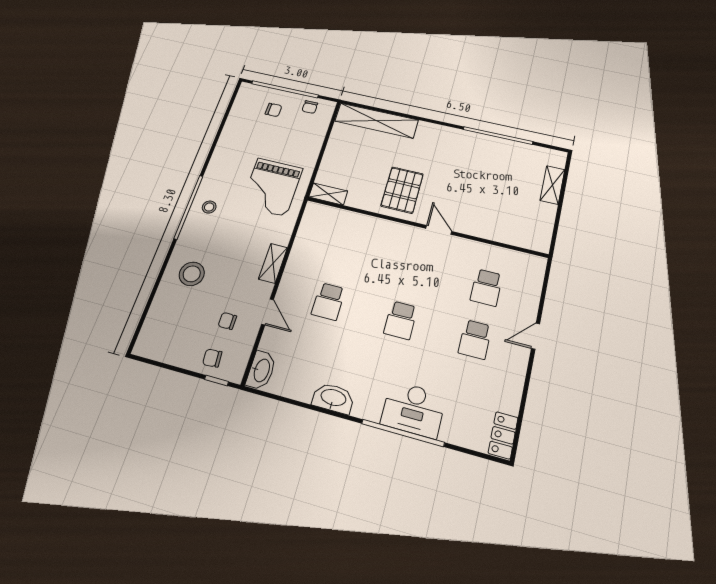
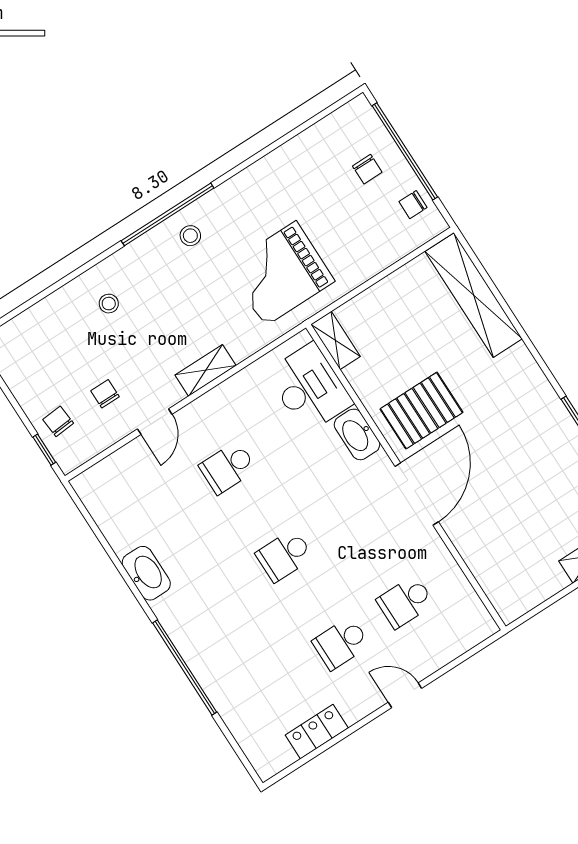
door: (439, 230) -> (417, 494), width x1.87
stool: (192, 274) -> (109, 304), width x0.53, depth x0.53
washbasin: (261, 370) -> (357, 434), moved, turned 90
desk: (413, 409) -> (309, 388), moved, turned 180
locker: (503, 435) -> (317, 732), moved

